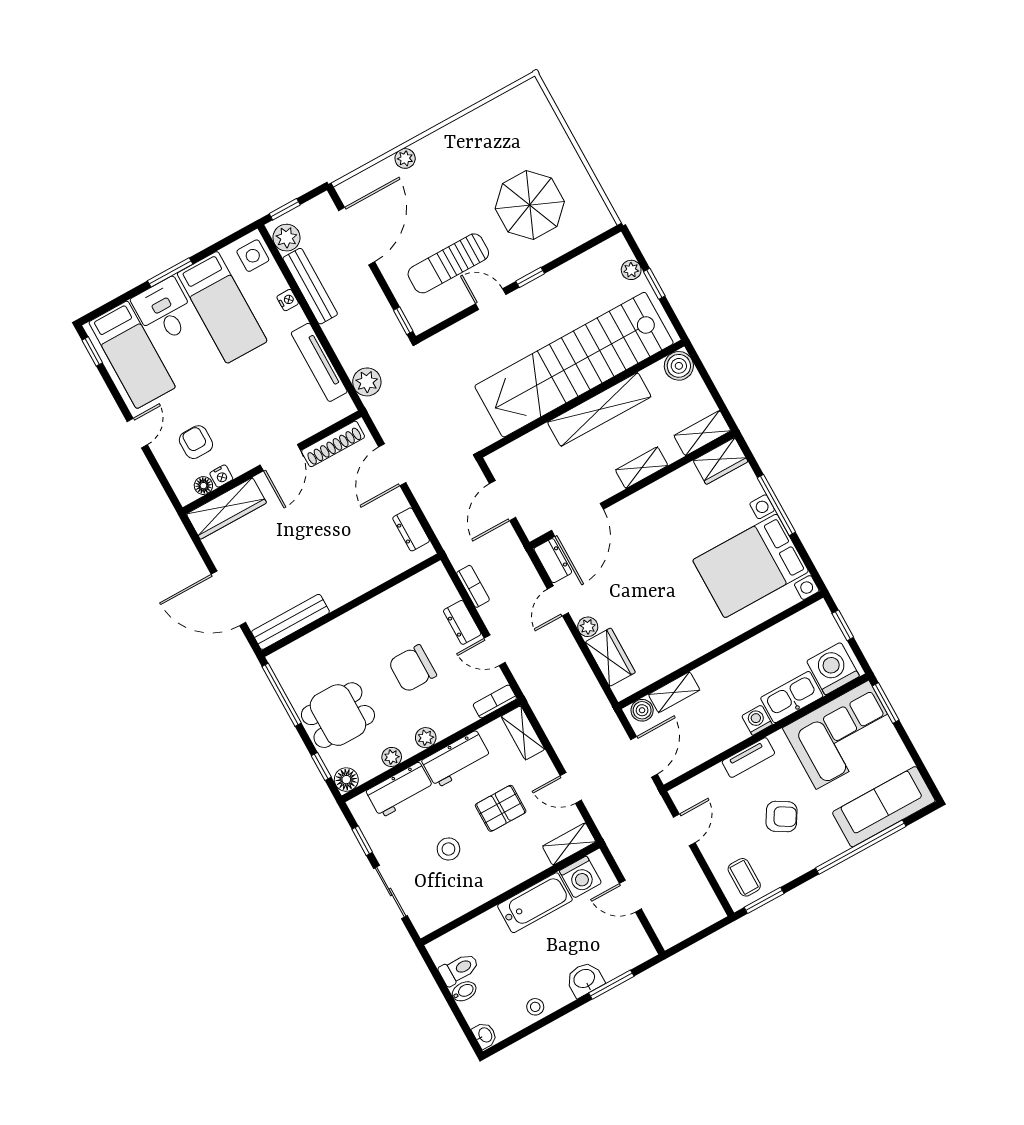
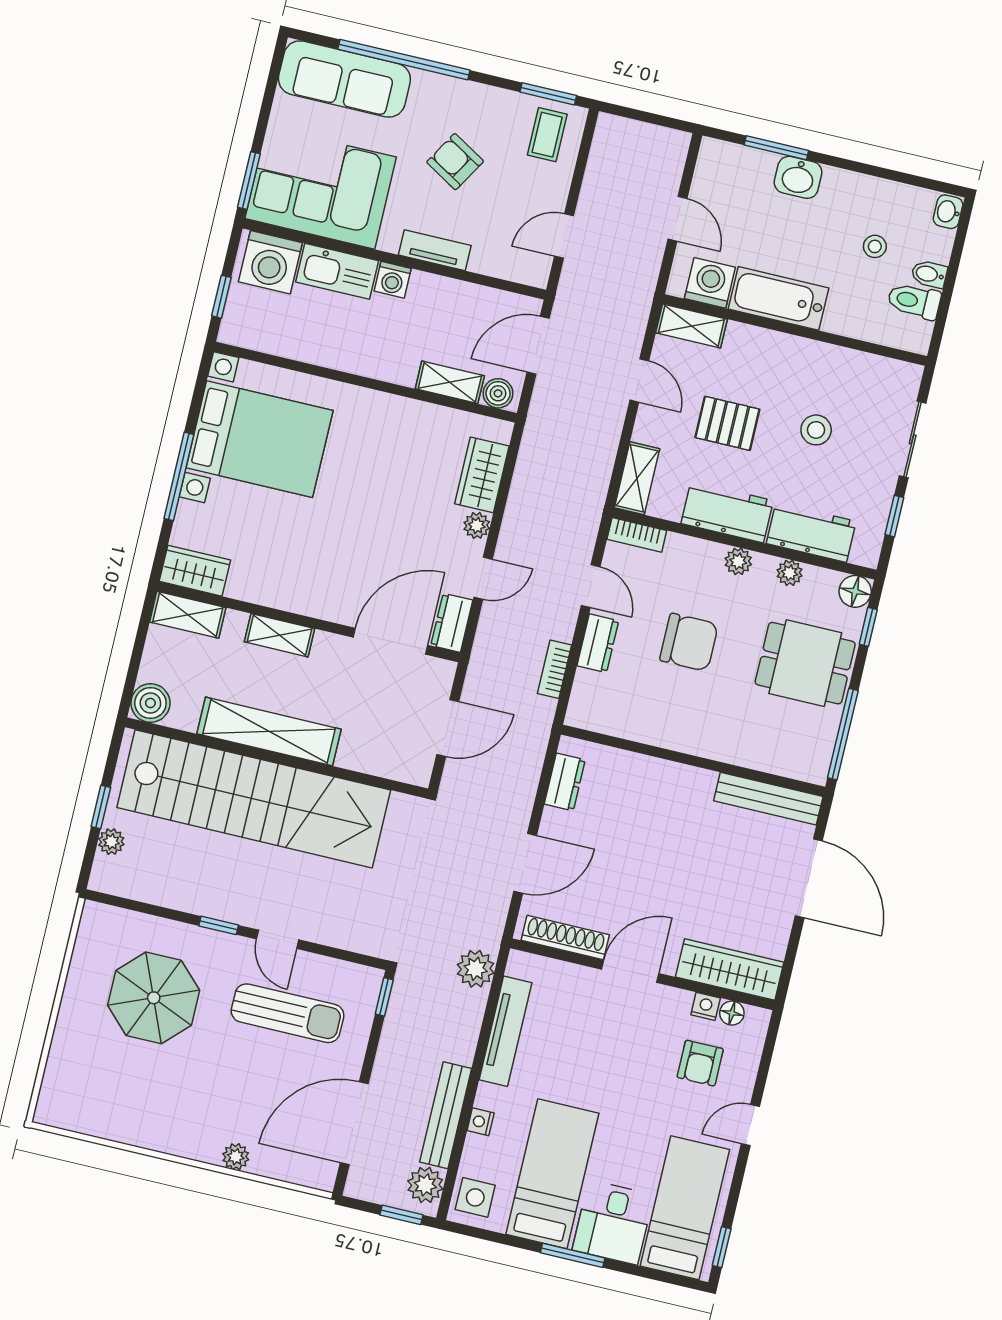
stool: (535, 1007) -> (875, 246), moved

